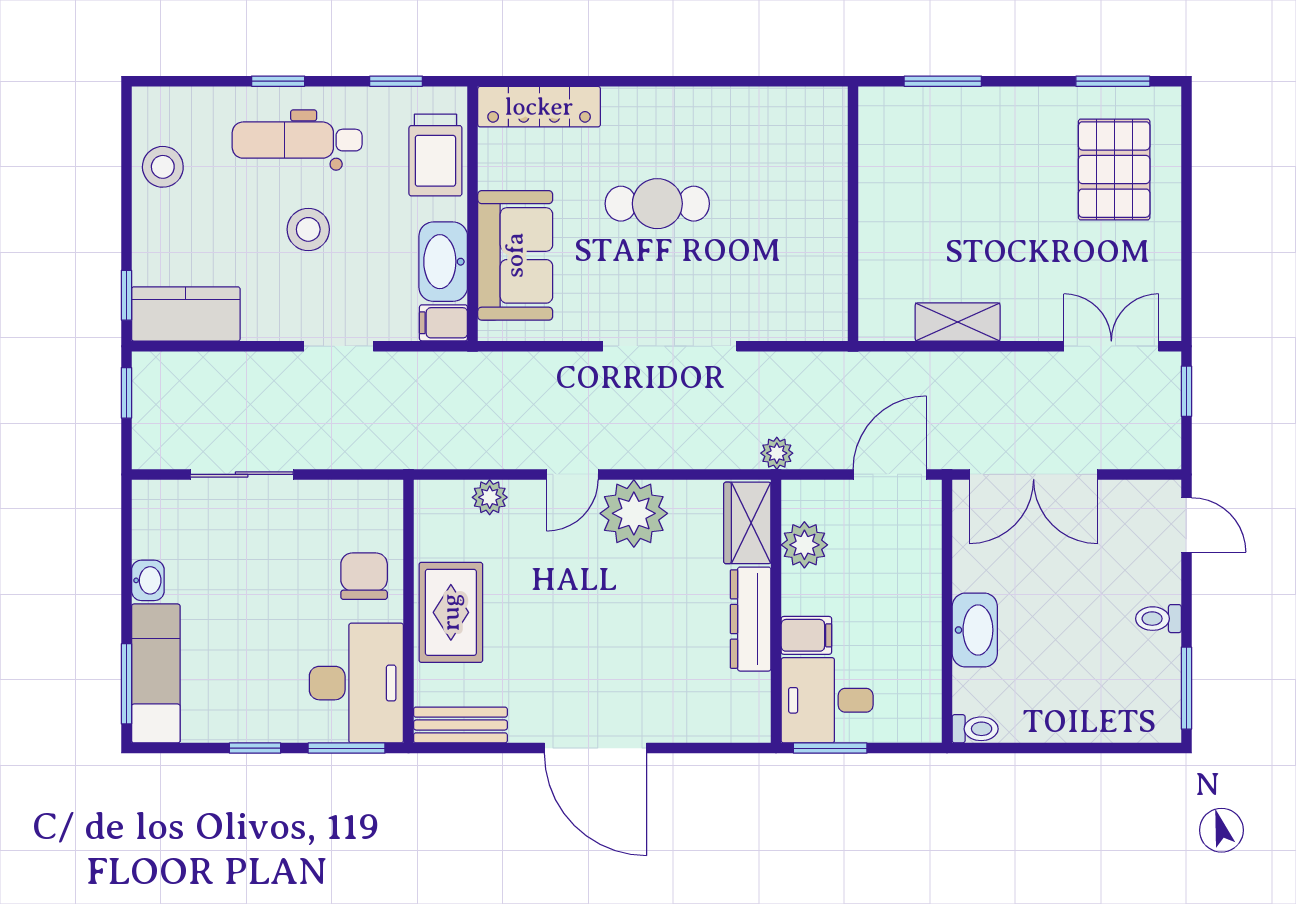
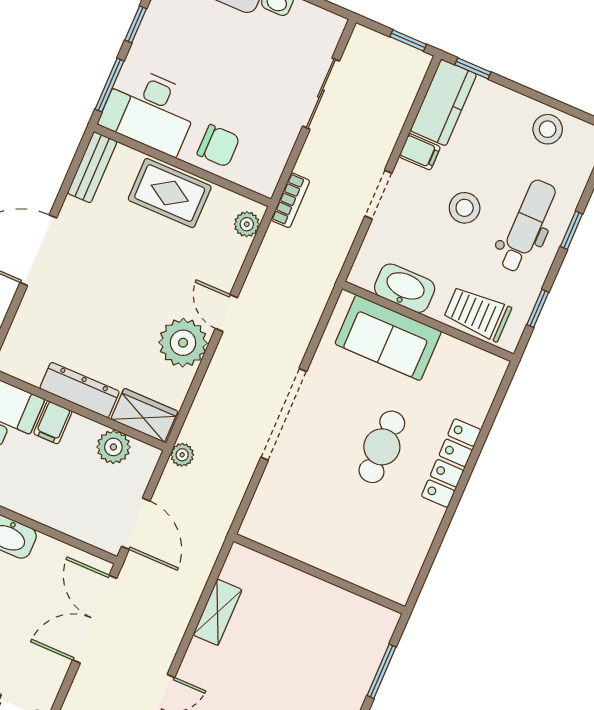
locker: (539, 107) -> (451, 463), moved
filing cabinet: (443, 323) -> (420, 152), moved, turned 90
bookcase: (394, 455) -> (290, 200), added
plant: (490, 497) -> (247, 224), moved

